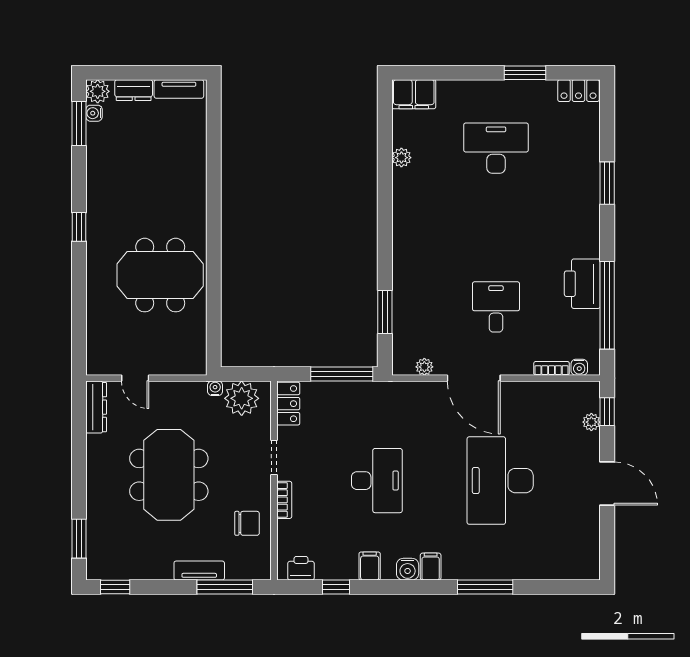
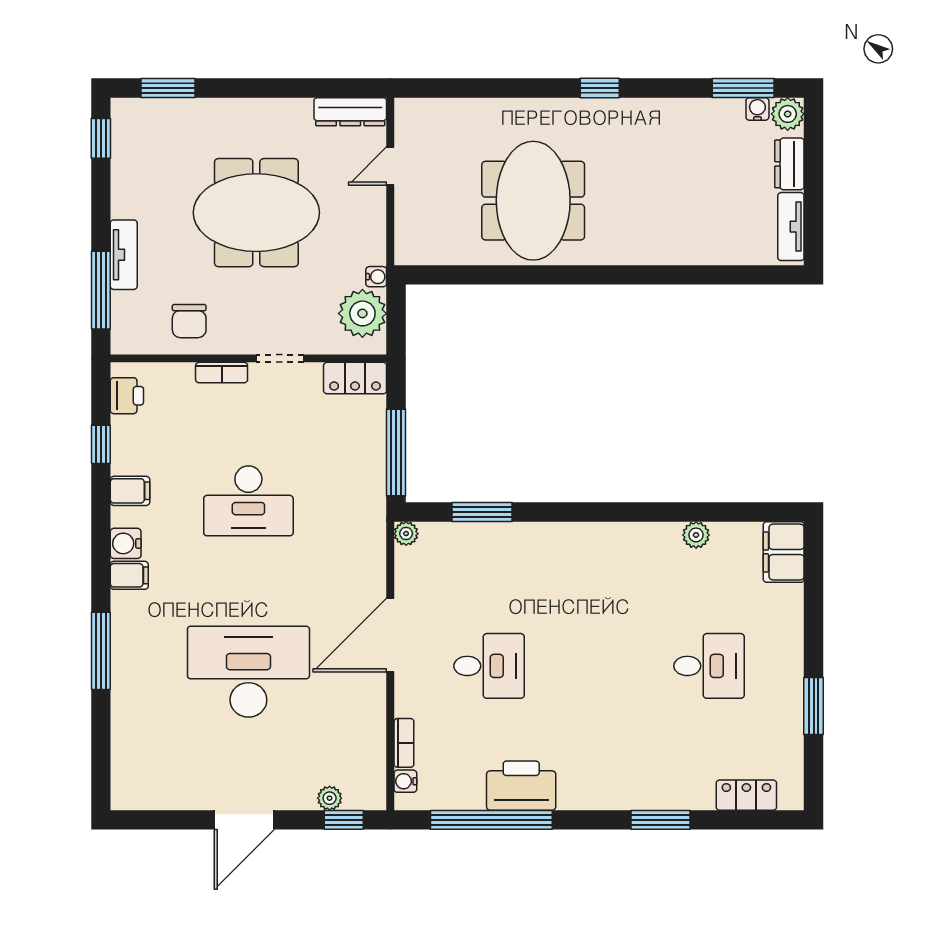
locker: (578, 91) -> (746, 795), moved, turned 90
desk: (496, 148) -> (709, 666), width x0.73
plant: (424, 367) -> (406, 534), moved

